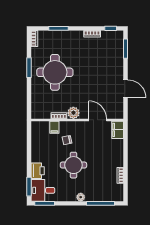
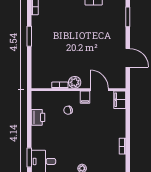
round table: (55, 72) -> (56, 41), removed
filing cabinet: (54, 127) -> (85, 97), moved
round table: (73, 165) -> (75, 136), removed
printer: (38, 171) -> (38, 117), moved

